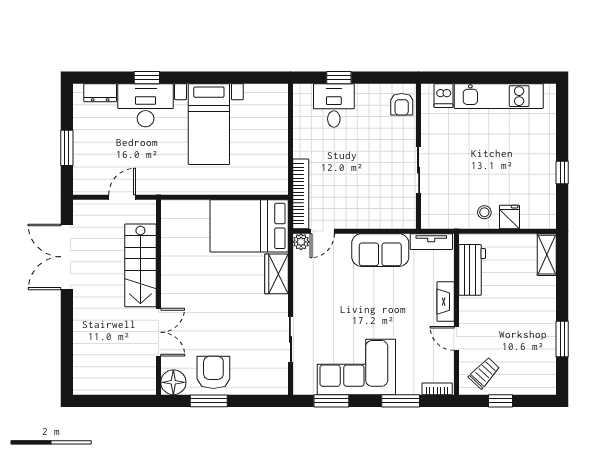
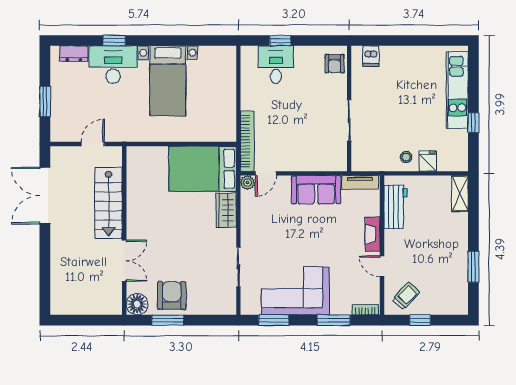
kitchen unit: (499, 96) -> (457, 90), moved, turned 90

